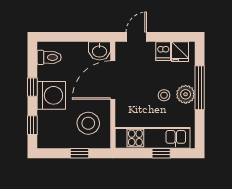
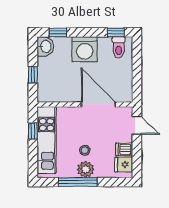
washbasin: (100, 51) -> (45, 46), moved, turned 180
window: (32, 87) -> (116, 32), moved
window: (200, 88) -> (78, 182), moved
stool: (88, 123) -> (60, 82), removed
window: (161, 153) -> (33, 131), moved

